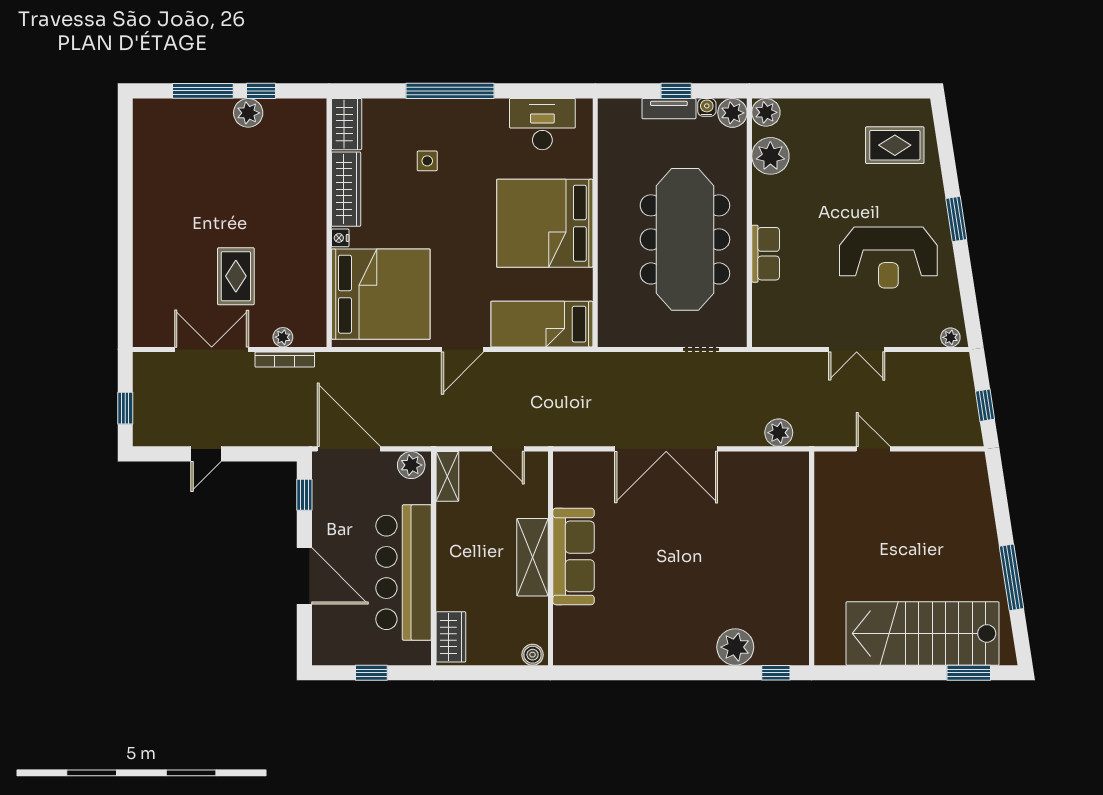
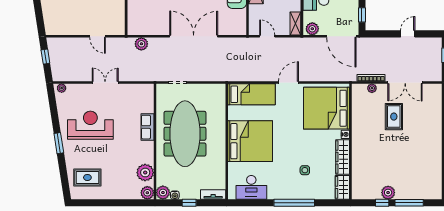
tv unit: (669, 109) -> (213, 195), moved

